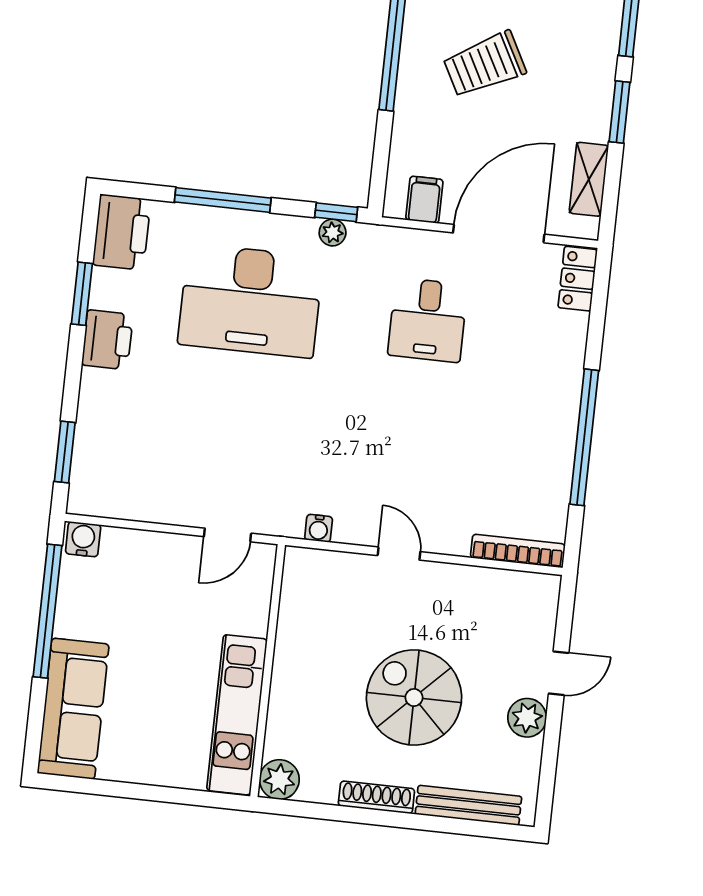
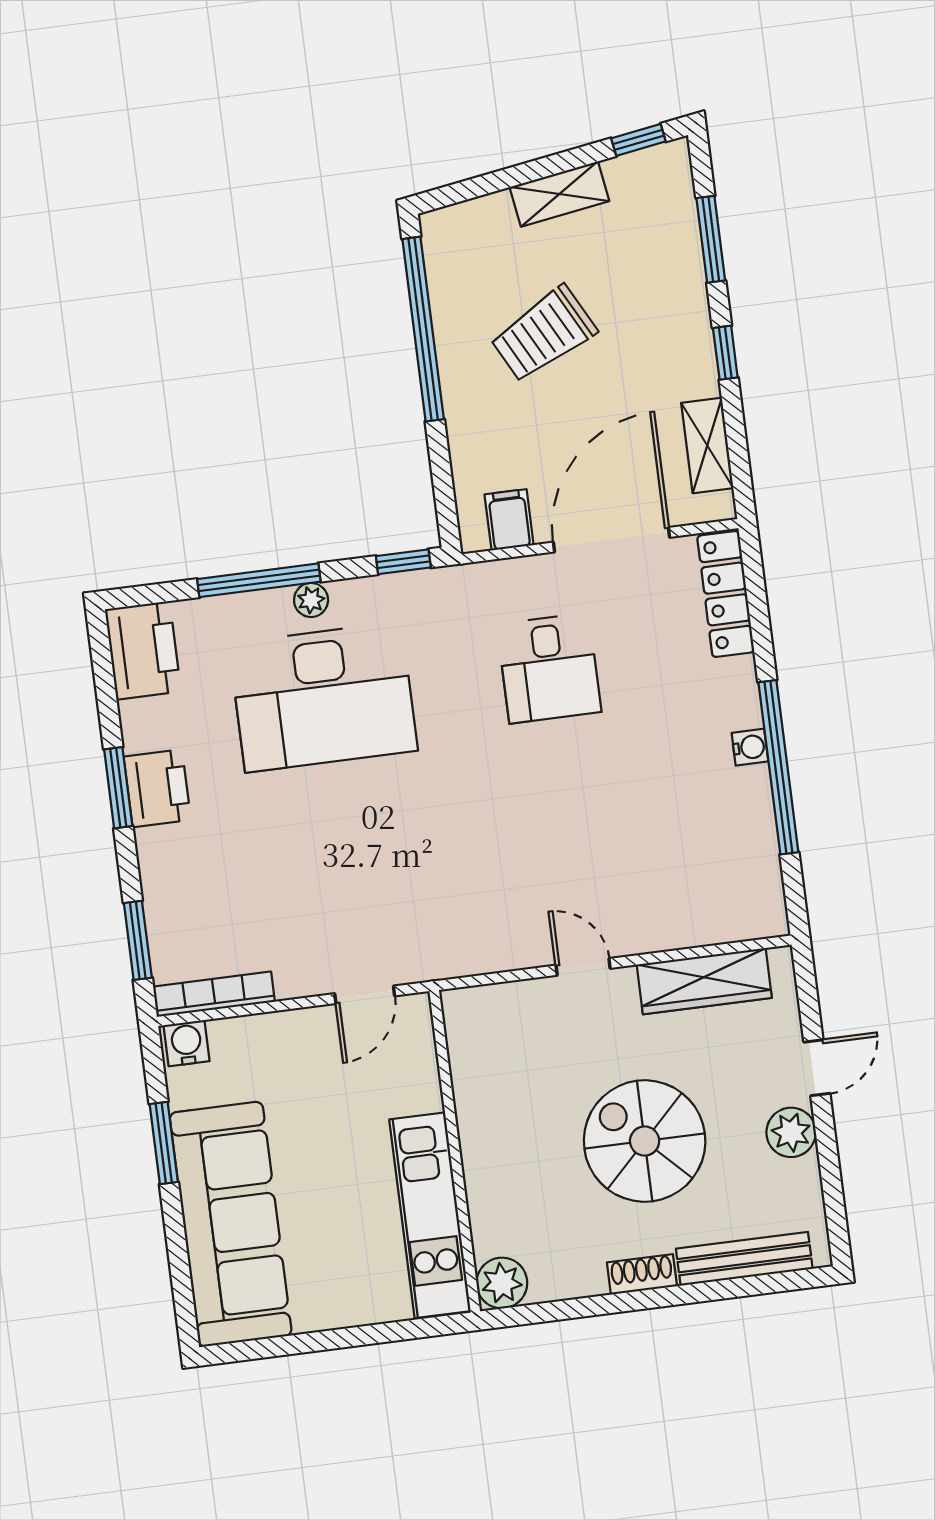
window: (620, 112) -> (725, 353), width x0.67
plant: (333, 233) -> (311, 600), moved
locker: (578, 279) -> (726, 594), width x1.53
window: (82, 294) -> (118, 788), moved
water cooler: (319, 528) -> (750, 747), moved, turned -90
bookcase: (518, 551) -> (214, 994), moved
wardrobe: (489, 587) -> (704, 981), added
window: (47, 611) -> (164, 1143), width x0.47
sofa: (73, 709) -> (231, 1224), width x1.36, depth x1.27
shoe rack: (376, 797) -> (642, 1274), width x0.70

